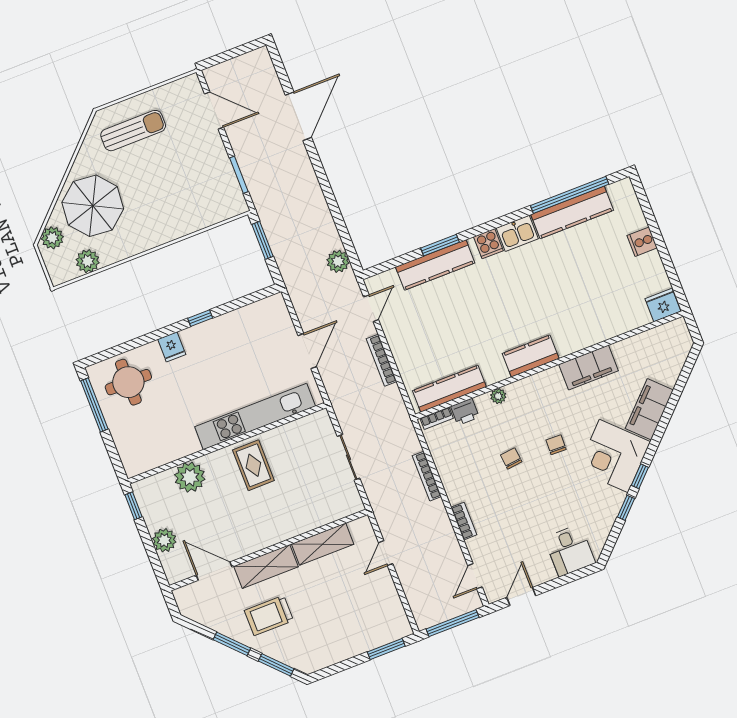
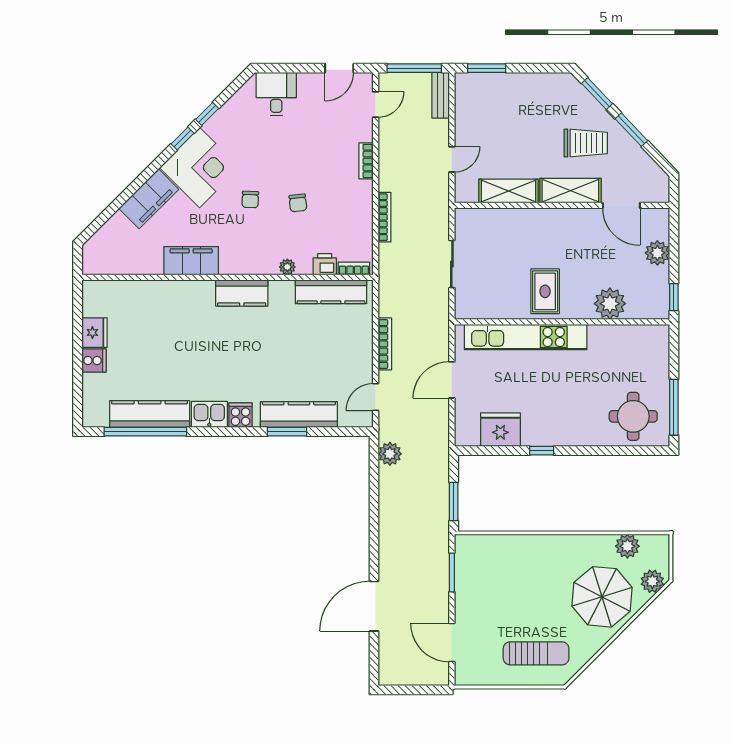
sun lounger: (133, 131) -> (536, 653), turned 180
fridge: (663, 305) -> (94, 333), moved, turned -90
fridge: (172, 347) -> (500, 430), moved, width x1.88, depth x1.34
bench: (419, 608) -> (441, 95), added

